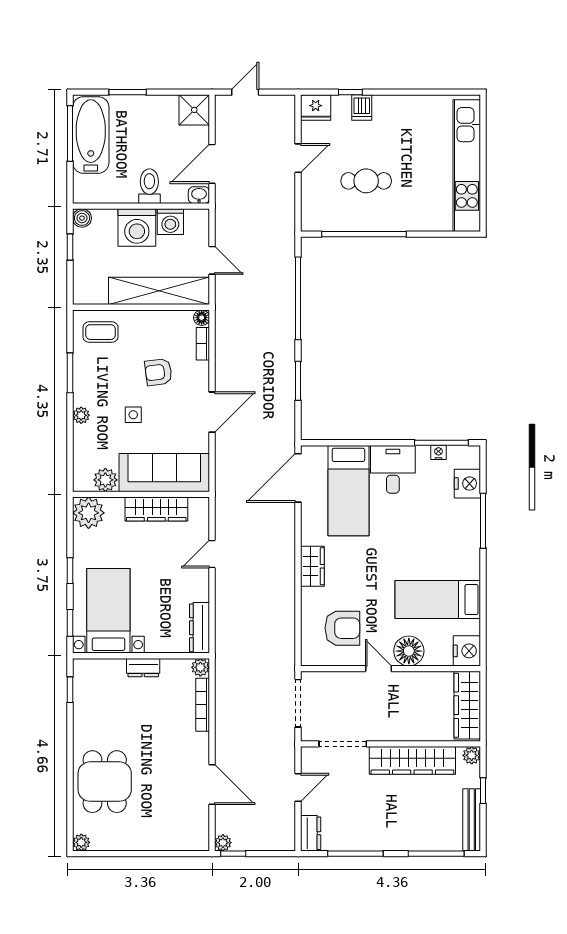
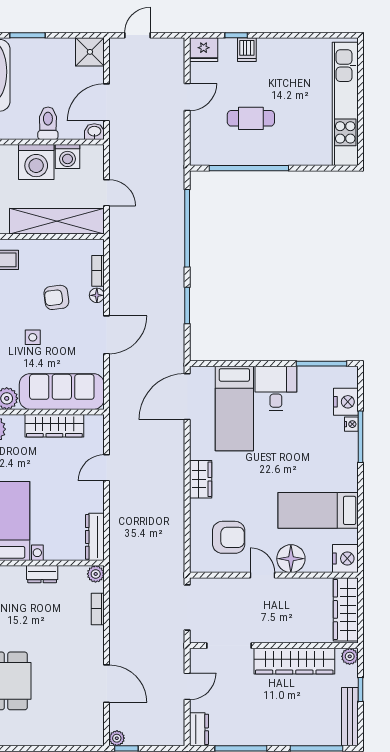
floor lamp: (202, 318) -> (97, 295), moved
nightstand: (439, 453) -> (351, 424), moved, turned 90
bookcase: (203, 705) -> (98, 609), width x0.64

